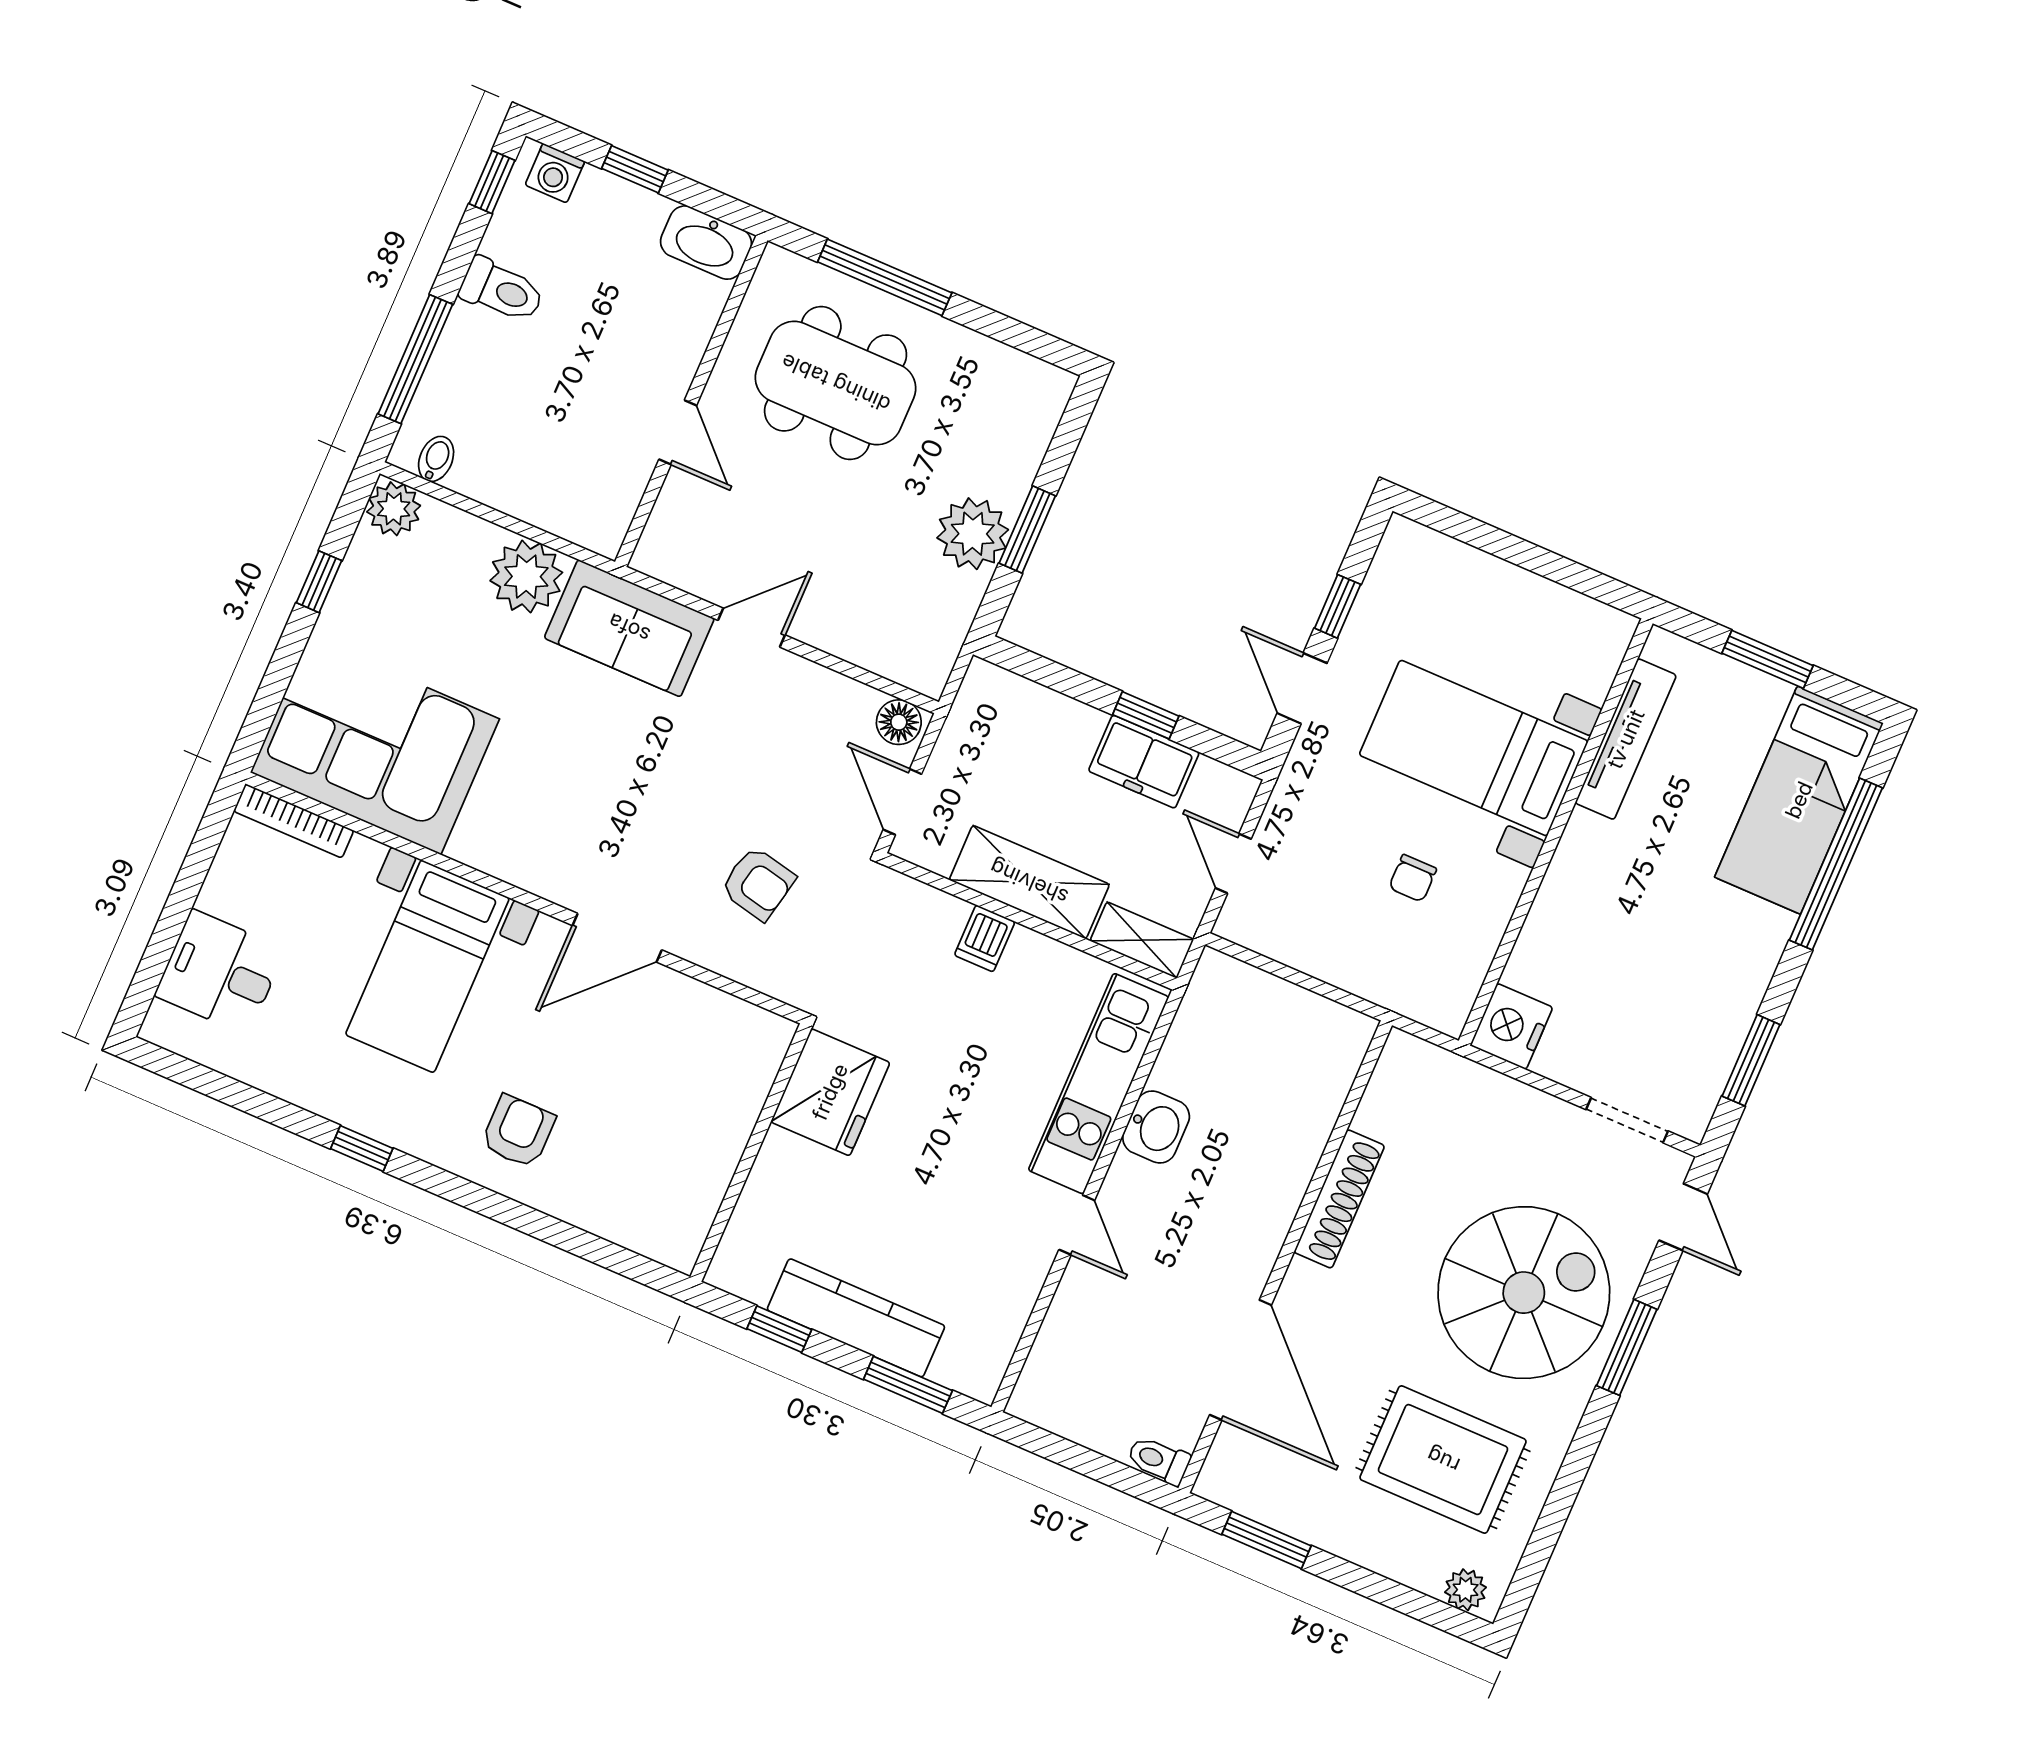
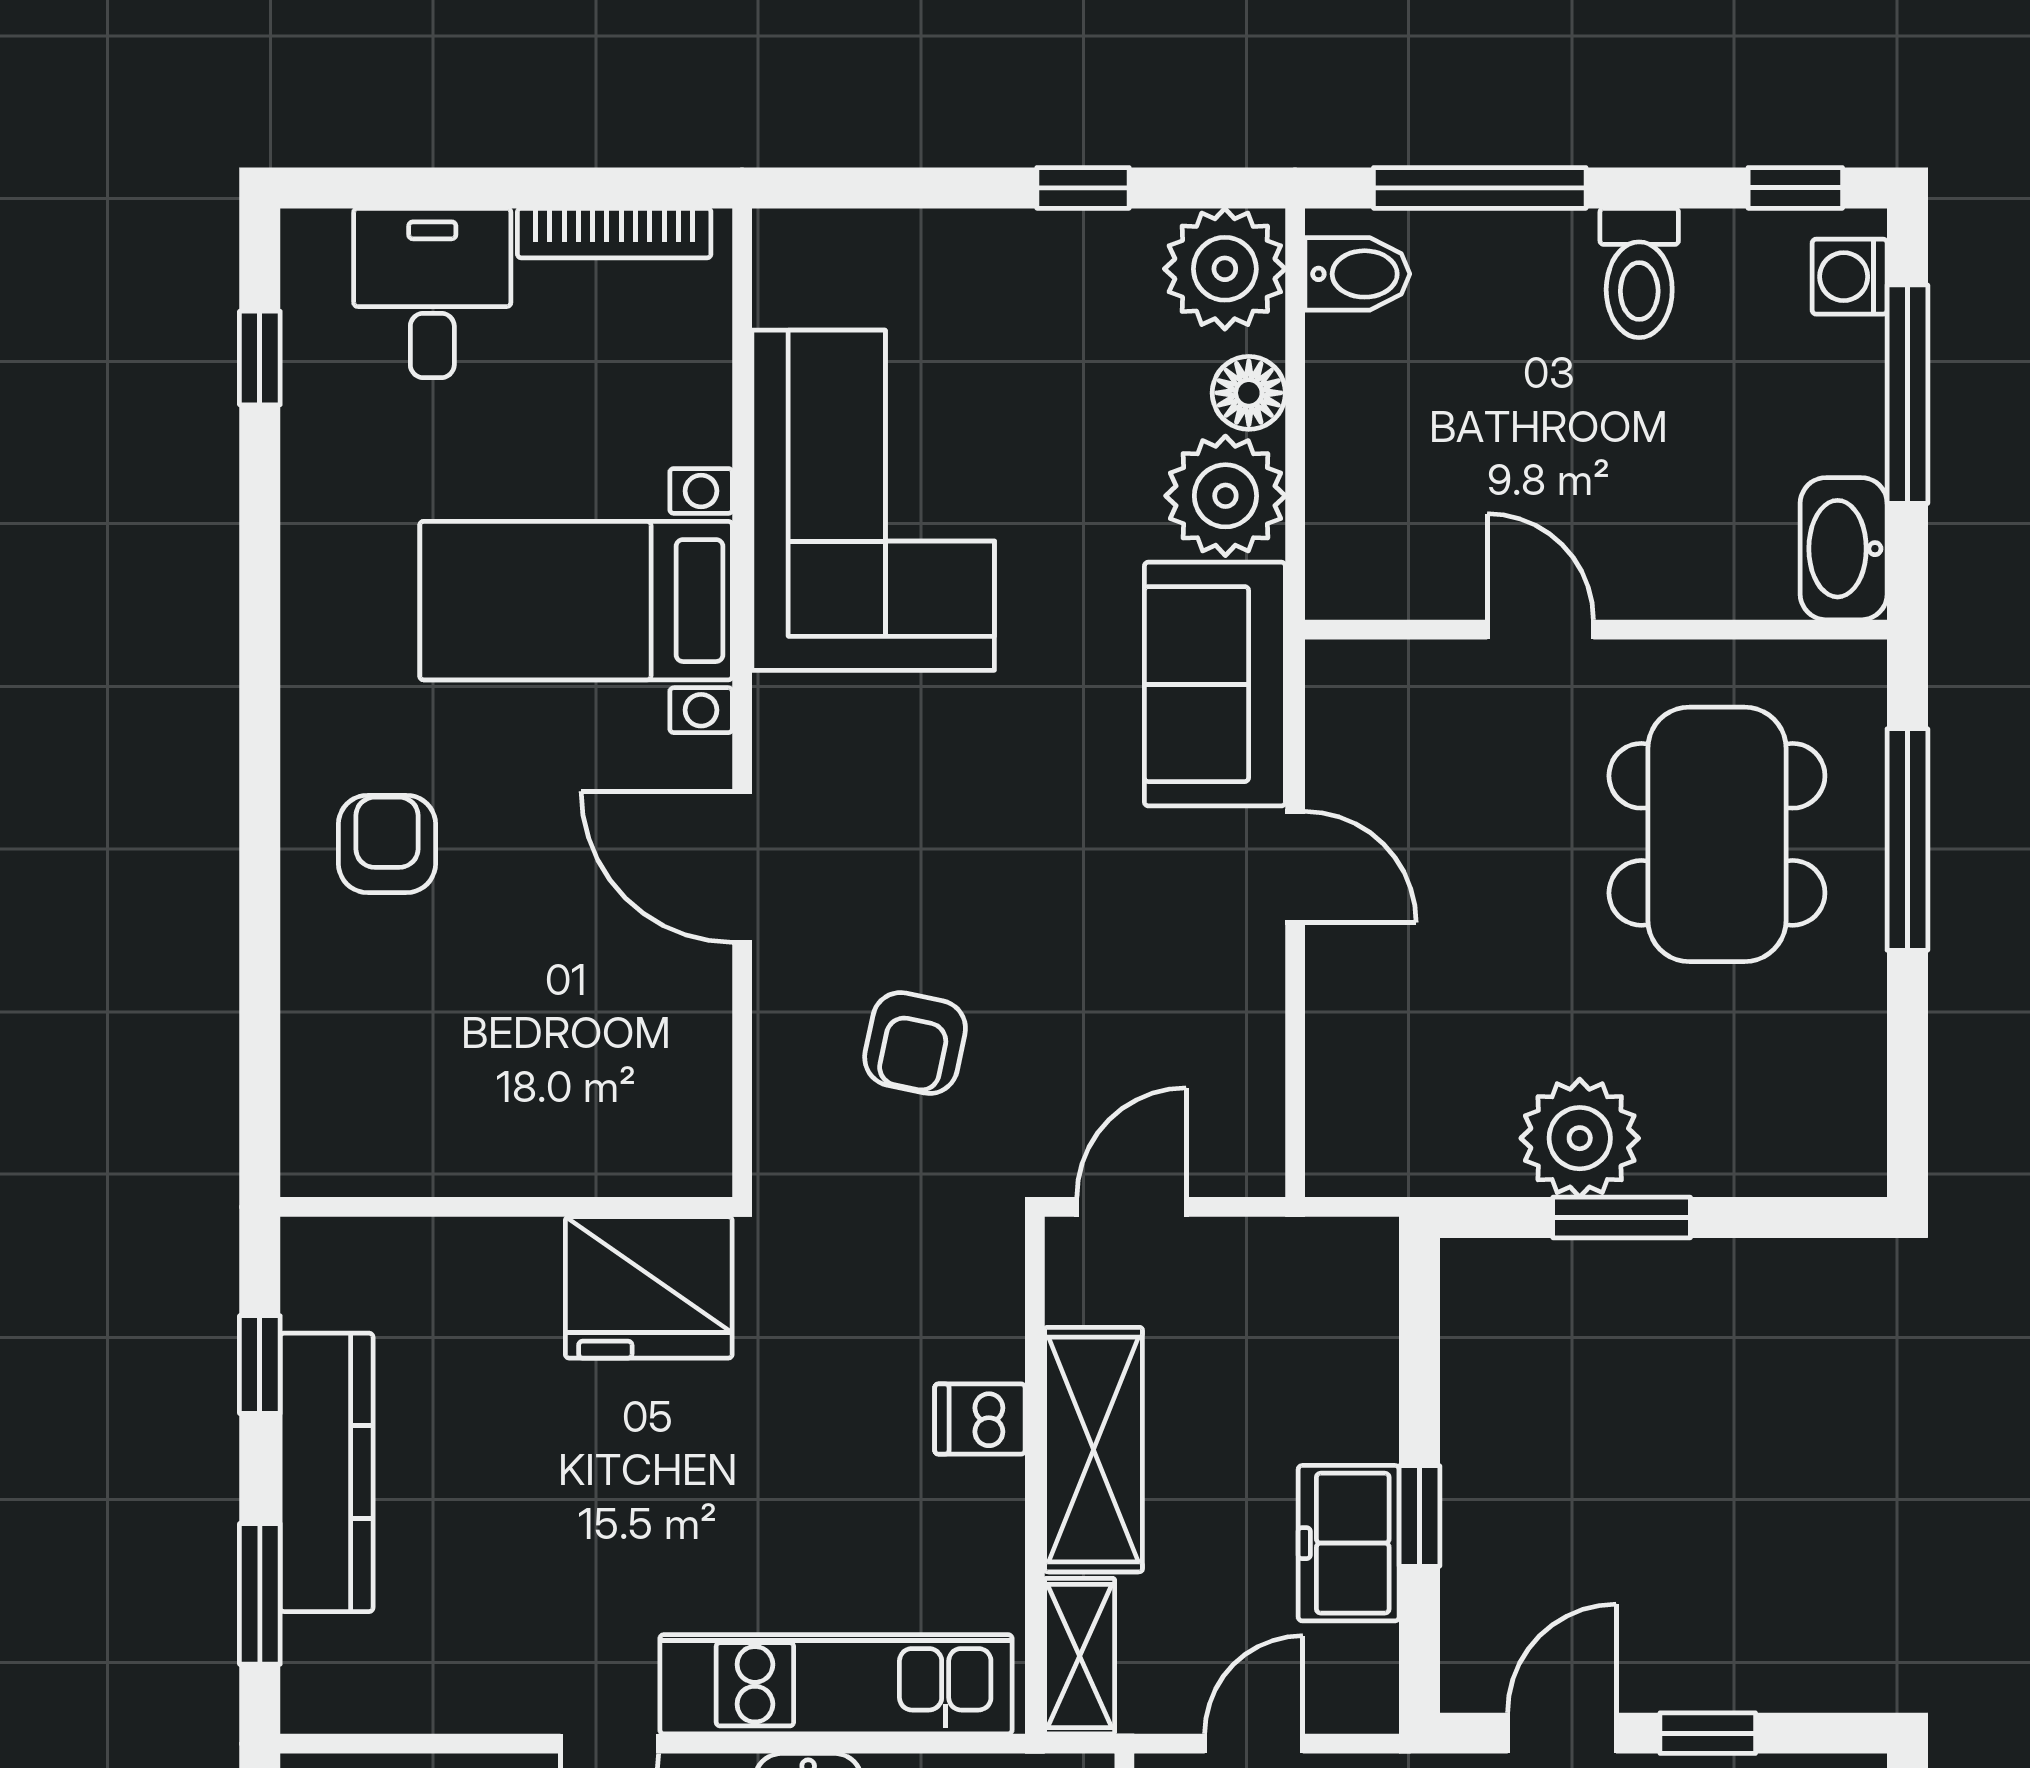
window: (635, 169) -> (1907, 394), width x2.17
door: (678, 432) -> (1540, 630), swing flipped
bidet: (436, 459) -> (1357, 274), width x1.38, depth x1.36
plant: (394, 509) -> (1225, 269), width x1.36, depth x1.36
floor lamp: (899, 722) -> (1249, 393), moved
corner sofa: (375, 746) -> (873, 500), moved
bookcase: (294, 821) -> (614, 233), moved, turned -90
armchair: (518, 1131) -> (387, 844), turned -90
window: (362, 1148) -> (260, 358), moved

